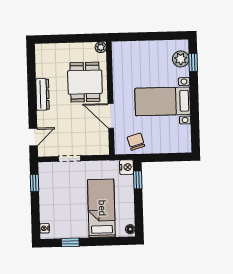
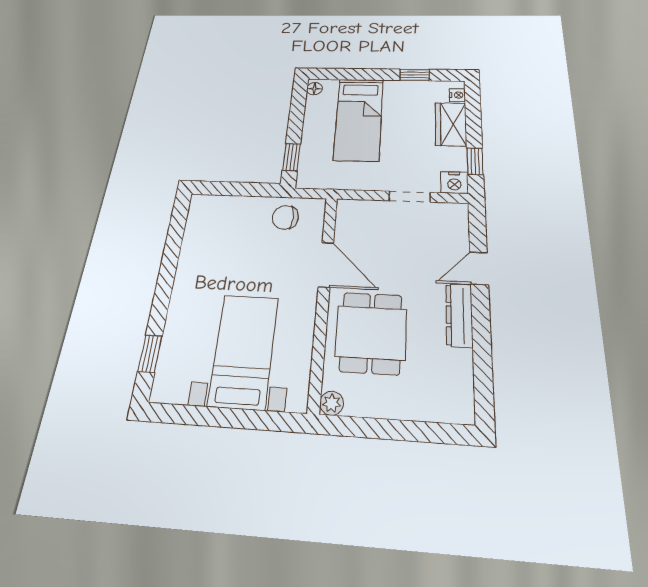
plant: (181, 59) -> (173, 363), removed
bed with nightstands: (163, 101) -> (244, 351), moved, turned -90
door: (33, 137) -> (479, 268), moved
chair: (136, 142) -> (285, 217), turned 106
nightstand: (126, 167) -> (454, 183), moved, turned -90
wardrobe: (48, 207) -> (451, 124), added

